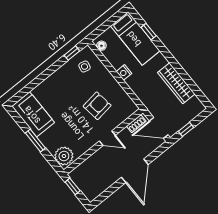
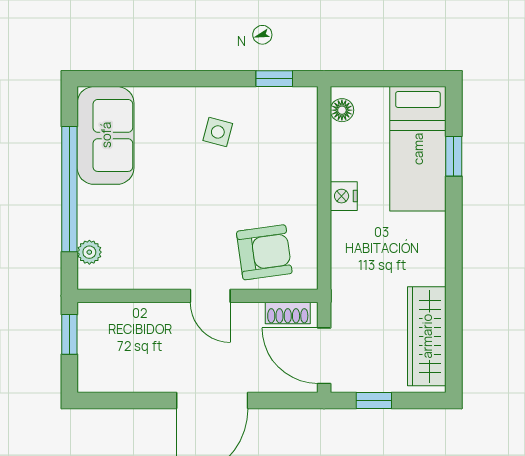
side table: (85, 67) -> (218, 132), moved
wardrobe: (176, 83) -> (427, 336), moved
armchair: (97, 106) -> (264, 252), moved
window: (35, 141) -> (69, 189), width x2.11
plant: (64, 156) -> (89, 252), width x0.53, depth x0.53

